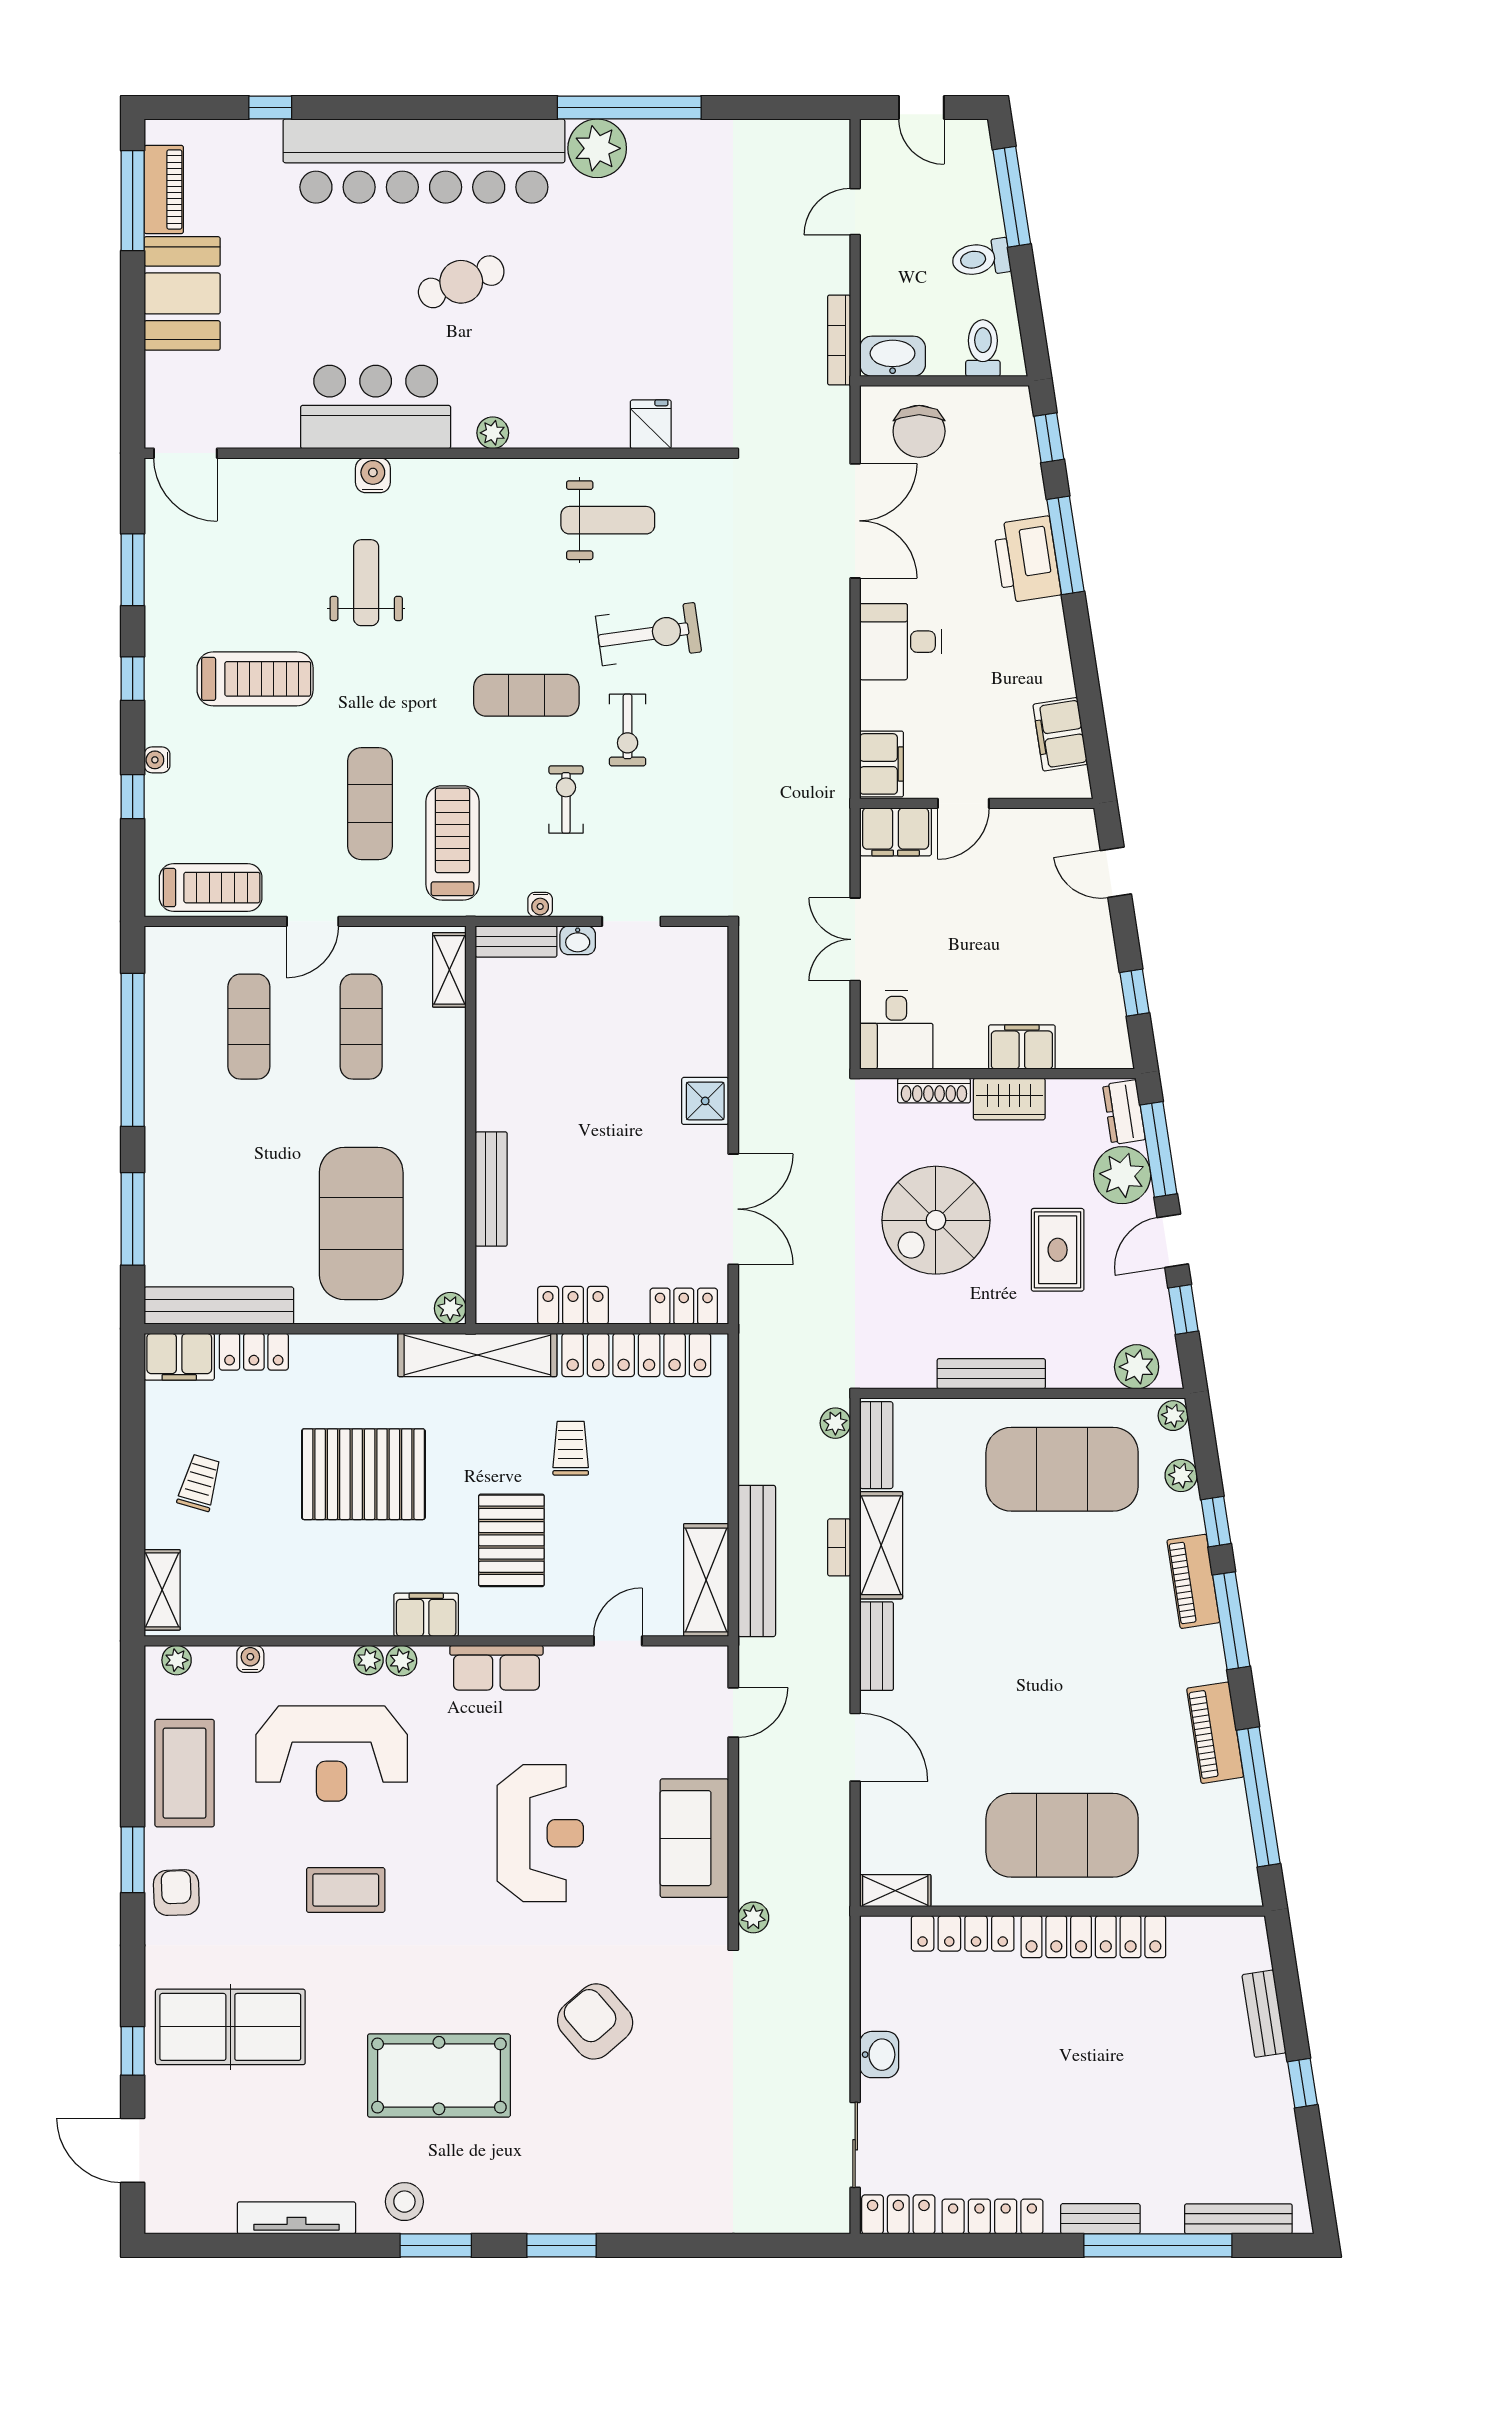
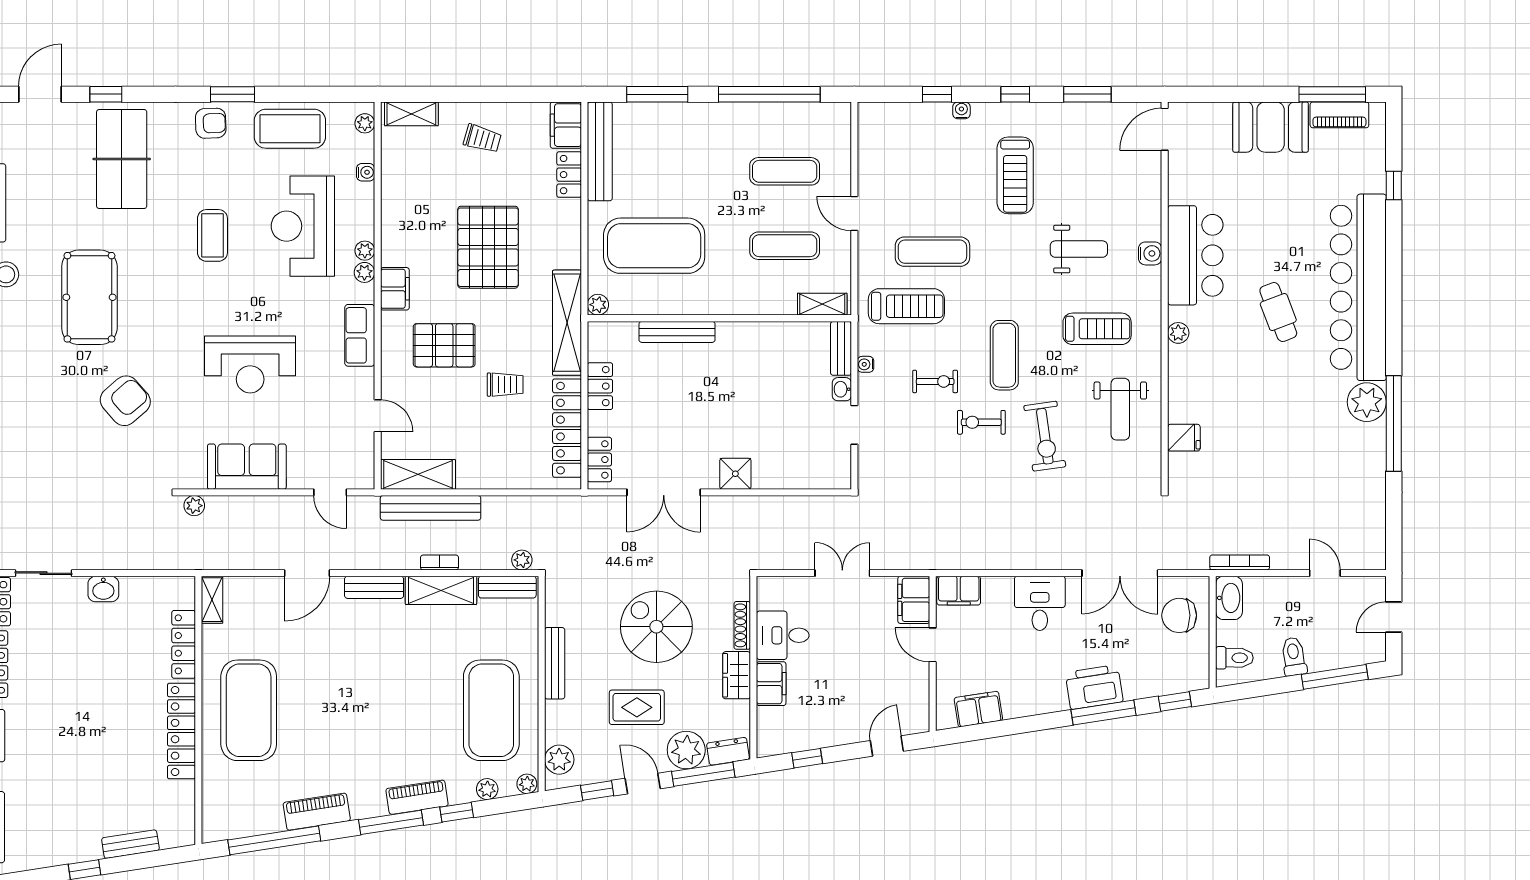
treadmill: (211, 888) -> (1097, 329), moved, turned -90
desk: (896, 1030) -> (783, 635), moved

